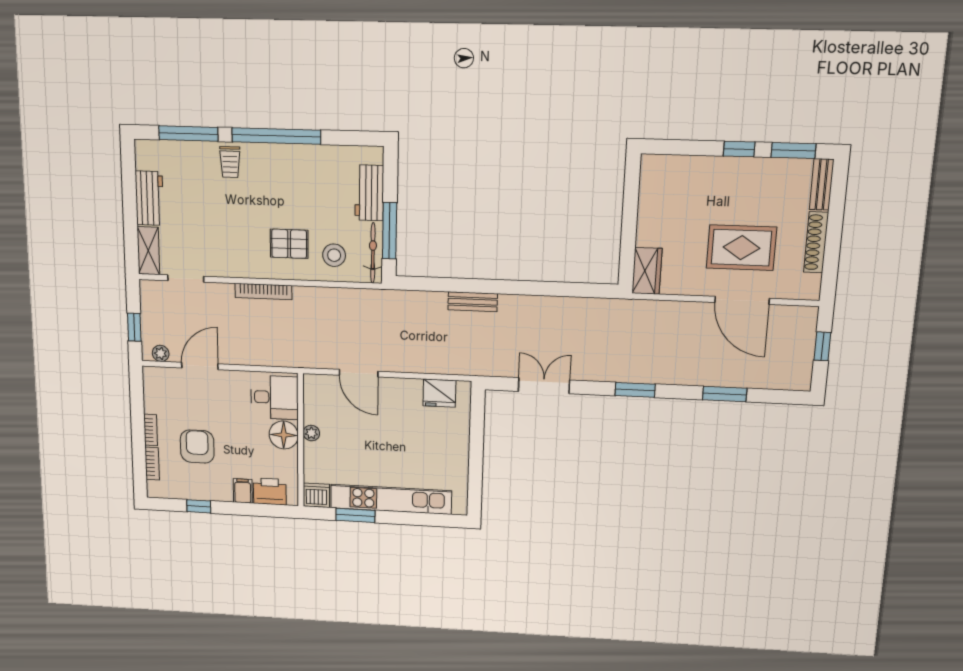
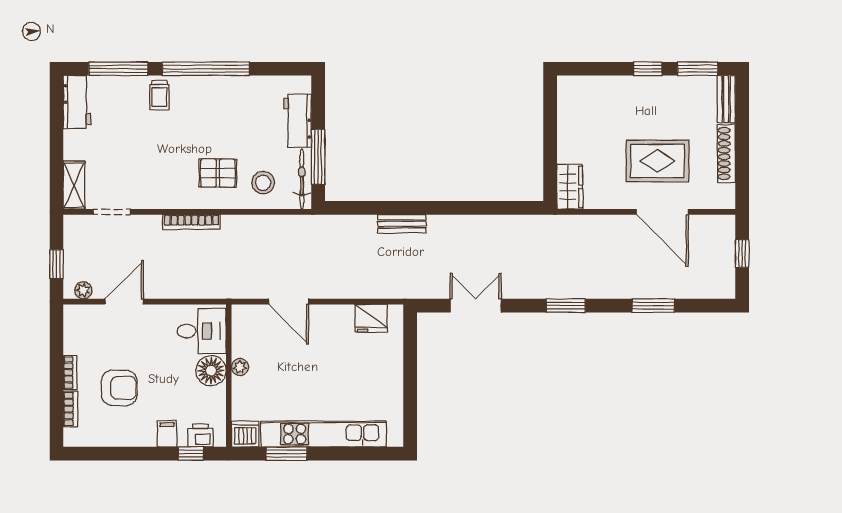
workbench: (149, 198) -> (77, 102), moved
armchair: (197, 446) -> (119, 388), turned 90
printer: (270, 491) -> (200, 435), width x0.73, depth x0.81
window: (199, 506) -> (191, 454), moved

